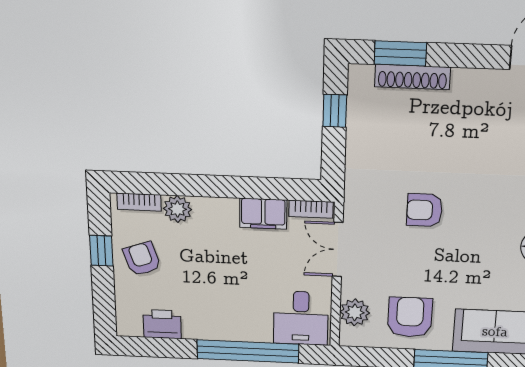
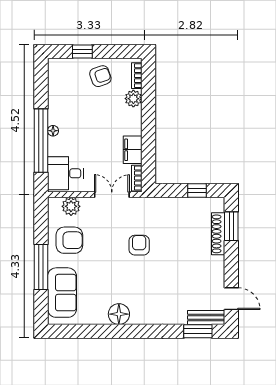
window: (101, 251) -> (82, 51), moved
printer: (162, 324) -> (57, 87), removed
floor lamp: (232, 333) -> (53, 131), added

